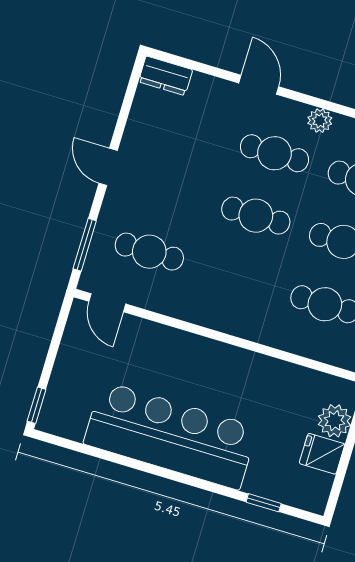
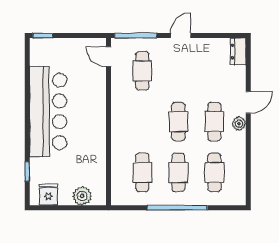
plant: (320, 121) -> (239, 124), moved
window: (85, 245) -> (136, 35), width x1.44
door: (107, 303) -> (109, 57), hinge flipped
fridge: (322, 454) -> (48, 195), moved

